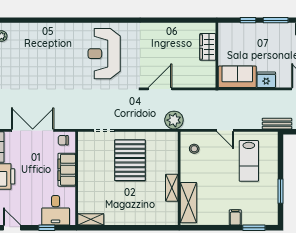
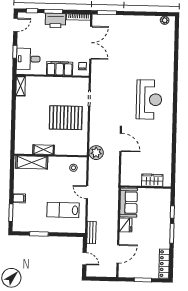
reception desk: (104, 54) -> (149, 100), turned 90
door: (225, 130) -> (87, 192), hinge flipped

